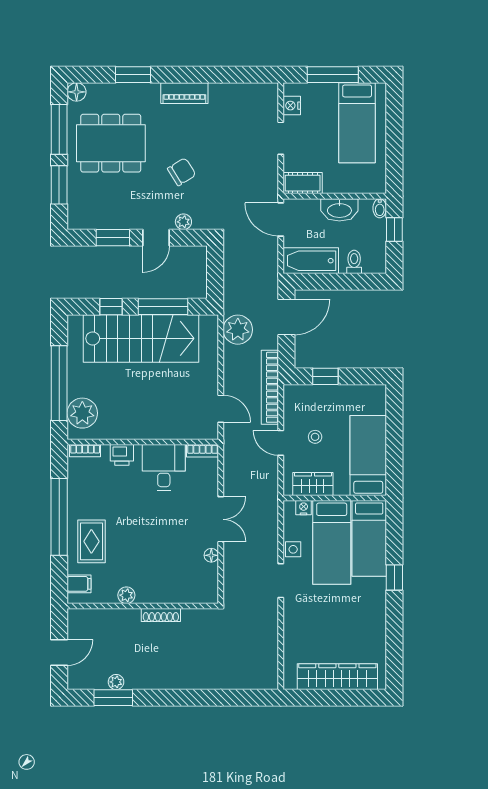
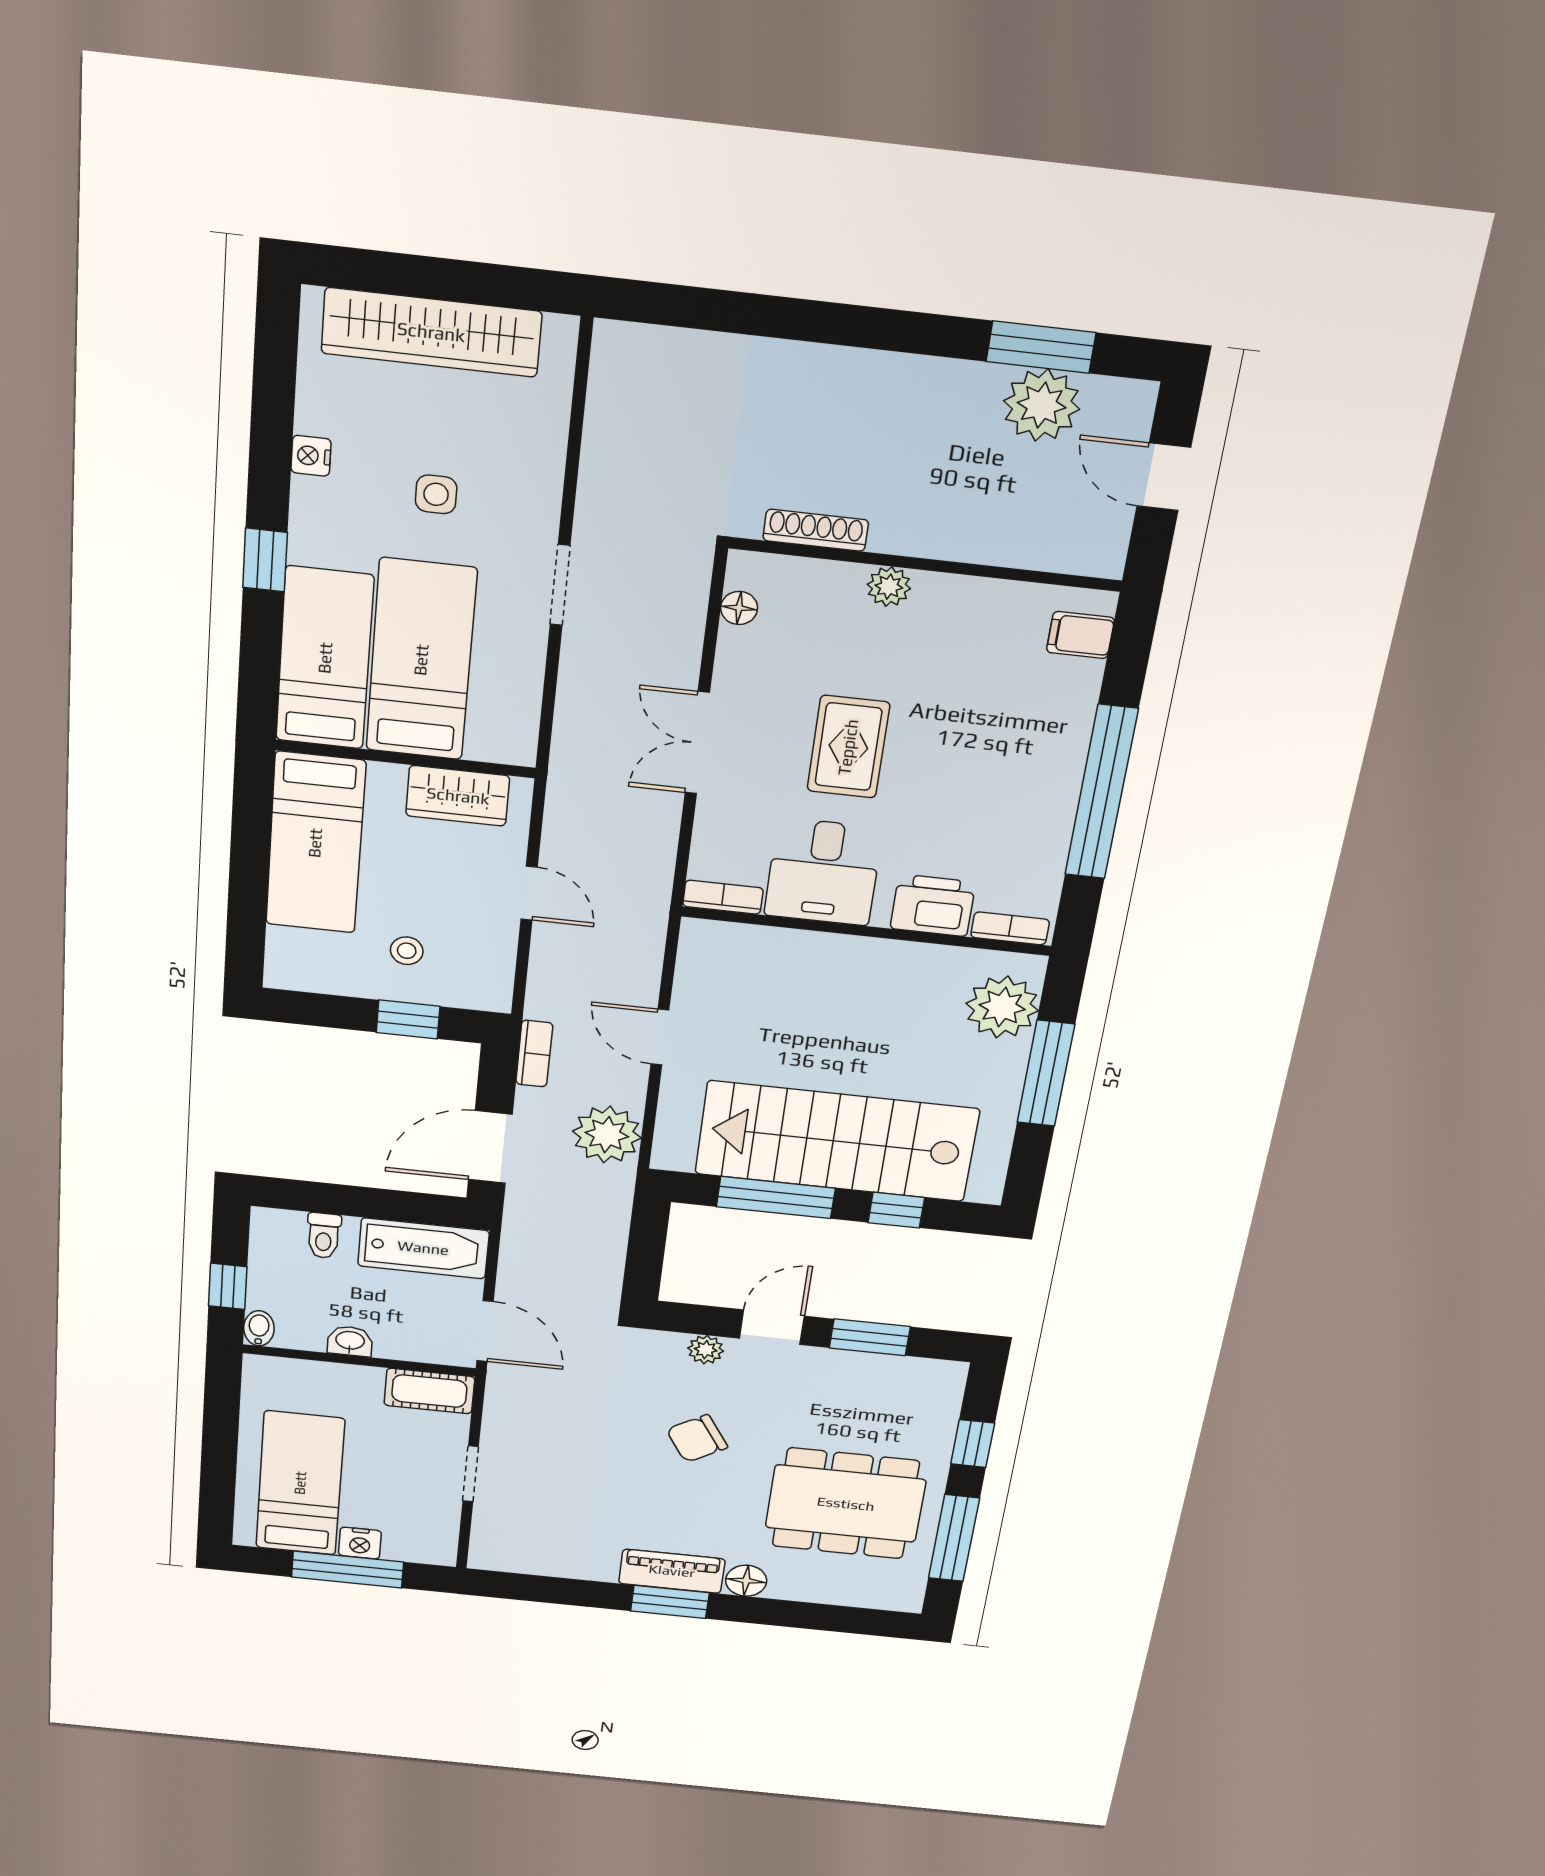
window: (133, 75) -> (670, 1602), moved
floor lamp: (77, 92) -> (746, 1581), moved
nightstand: (292, 106) -> (360, 1543), moved, turned 90
window: (59, 185) -> (973, 1444), width x0.67
washbasin: (339, 210) -> (350, 1341), width x0.52, depth x0.69
window: (59, 383) -> (1046, 1073), width x0.68
bookcase: (270, 387) -> (534, 1054), width x0.43, depth x0.76
door: (221, 409) -> (660, 1037), moved
stool: (315, 437) -> (407, 951), moved
printer: (122, 455) -> (933, 905), width x1.36, depth x1.24
nightstand: (304, 508) -> (311, 456), moved, turned 90
rug: (91, 541) -> (848, 747), moved
side table: (293, 549) -> (436, 494), moved
floor lamp: (211, 555) -> (739, 608), moved
plant: (126, 595) -> (889, 587), moved
shoe rack: (161, 615) -> (816, 530), moved
door: (59, 652) -> (1164, 477), hinge flipped
plant: (116, 682) -> (1042, 405), width x1.88, depth x1.88

